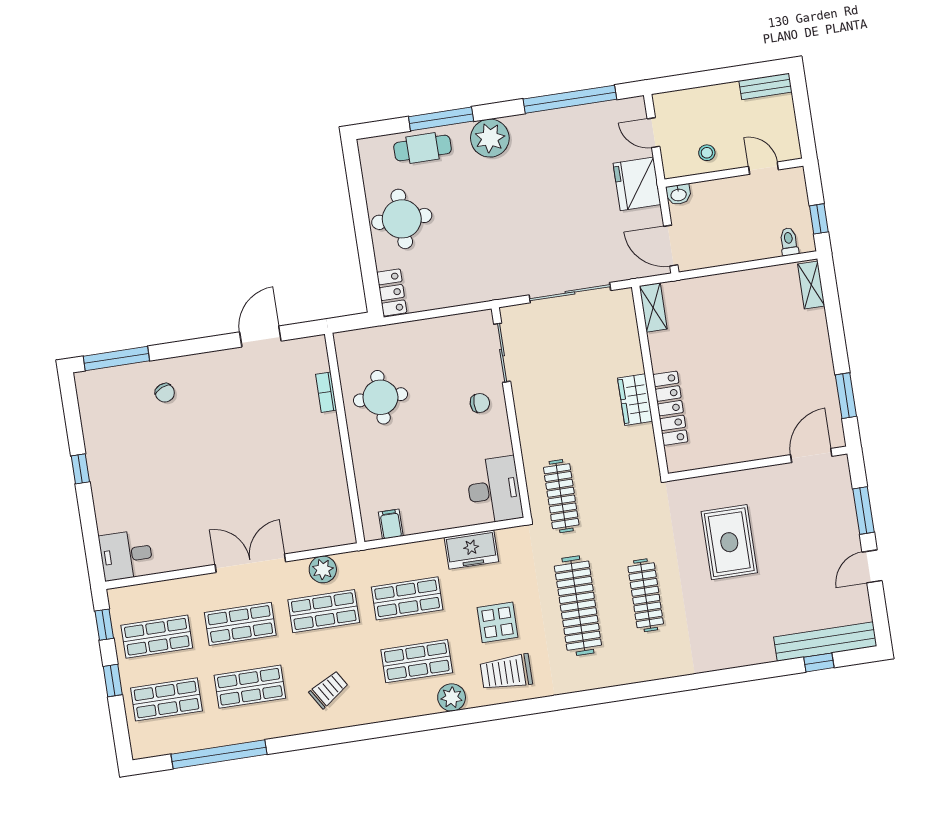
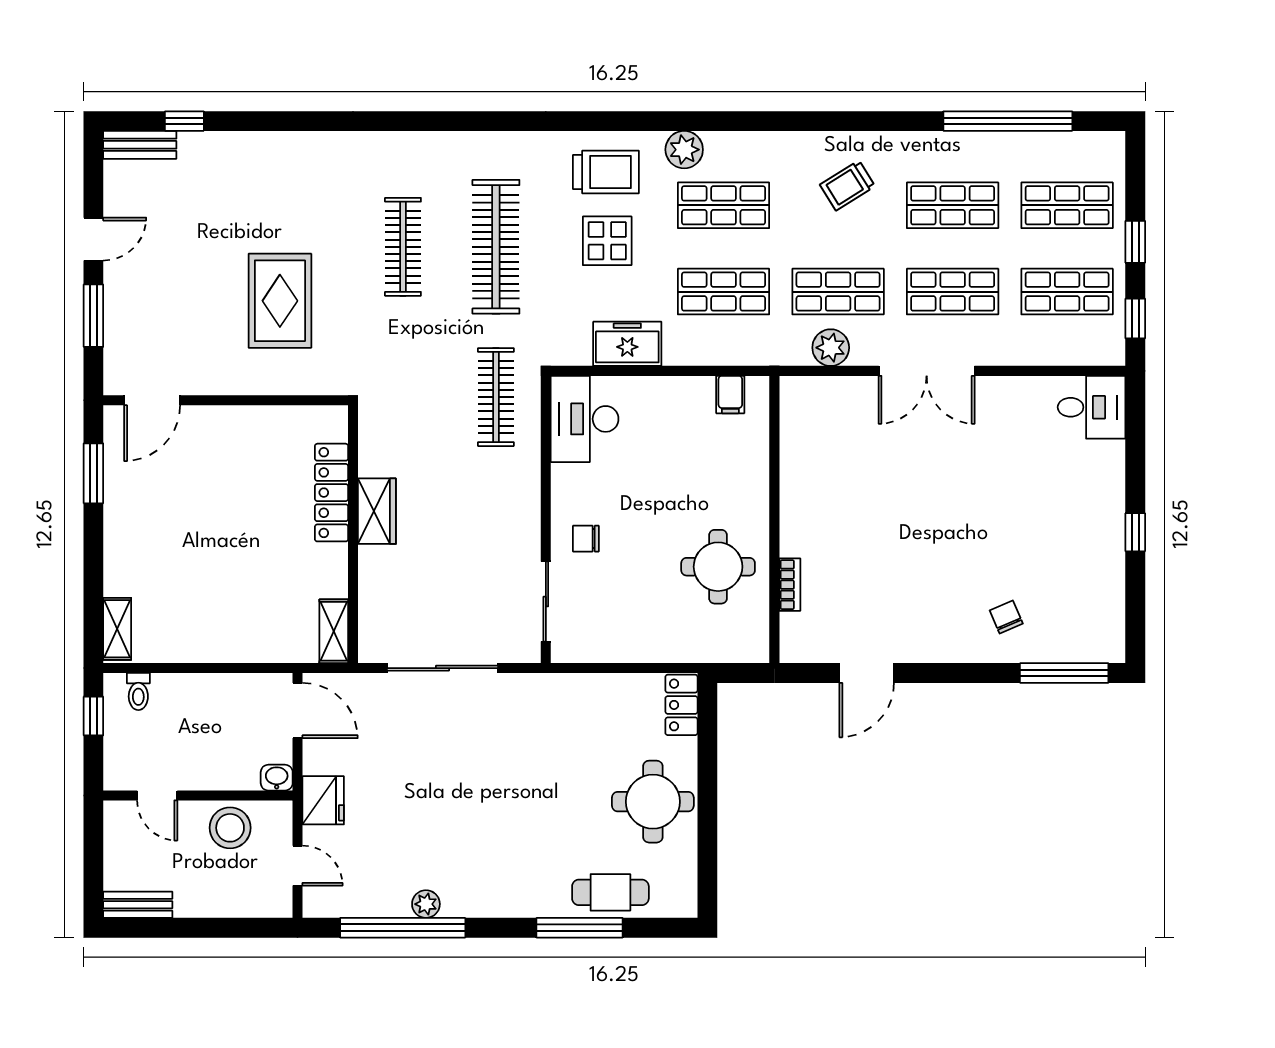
plant: (490, 138) -> (426, 904), moved, width x0.53, depth x0.53
stool: (707, 153) -> (230, 828), width x1.89, depth x1.89
fridge: (637, 184) -> (323, 800), width x0.73, depth x0.75
bench: (825, 642) -> (140, 145), width x0.54, depth x0.82

